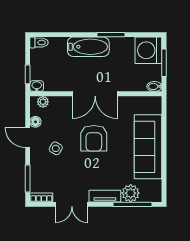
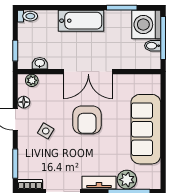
window: (111, 35) -> (122, 8), moved
window: (164, 63) -> (163, 38), width x1.44
washbasin: (37, 86) -> (40, 63), moved
bidet: (154, 86) -> (153, 46), moved

